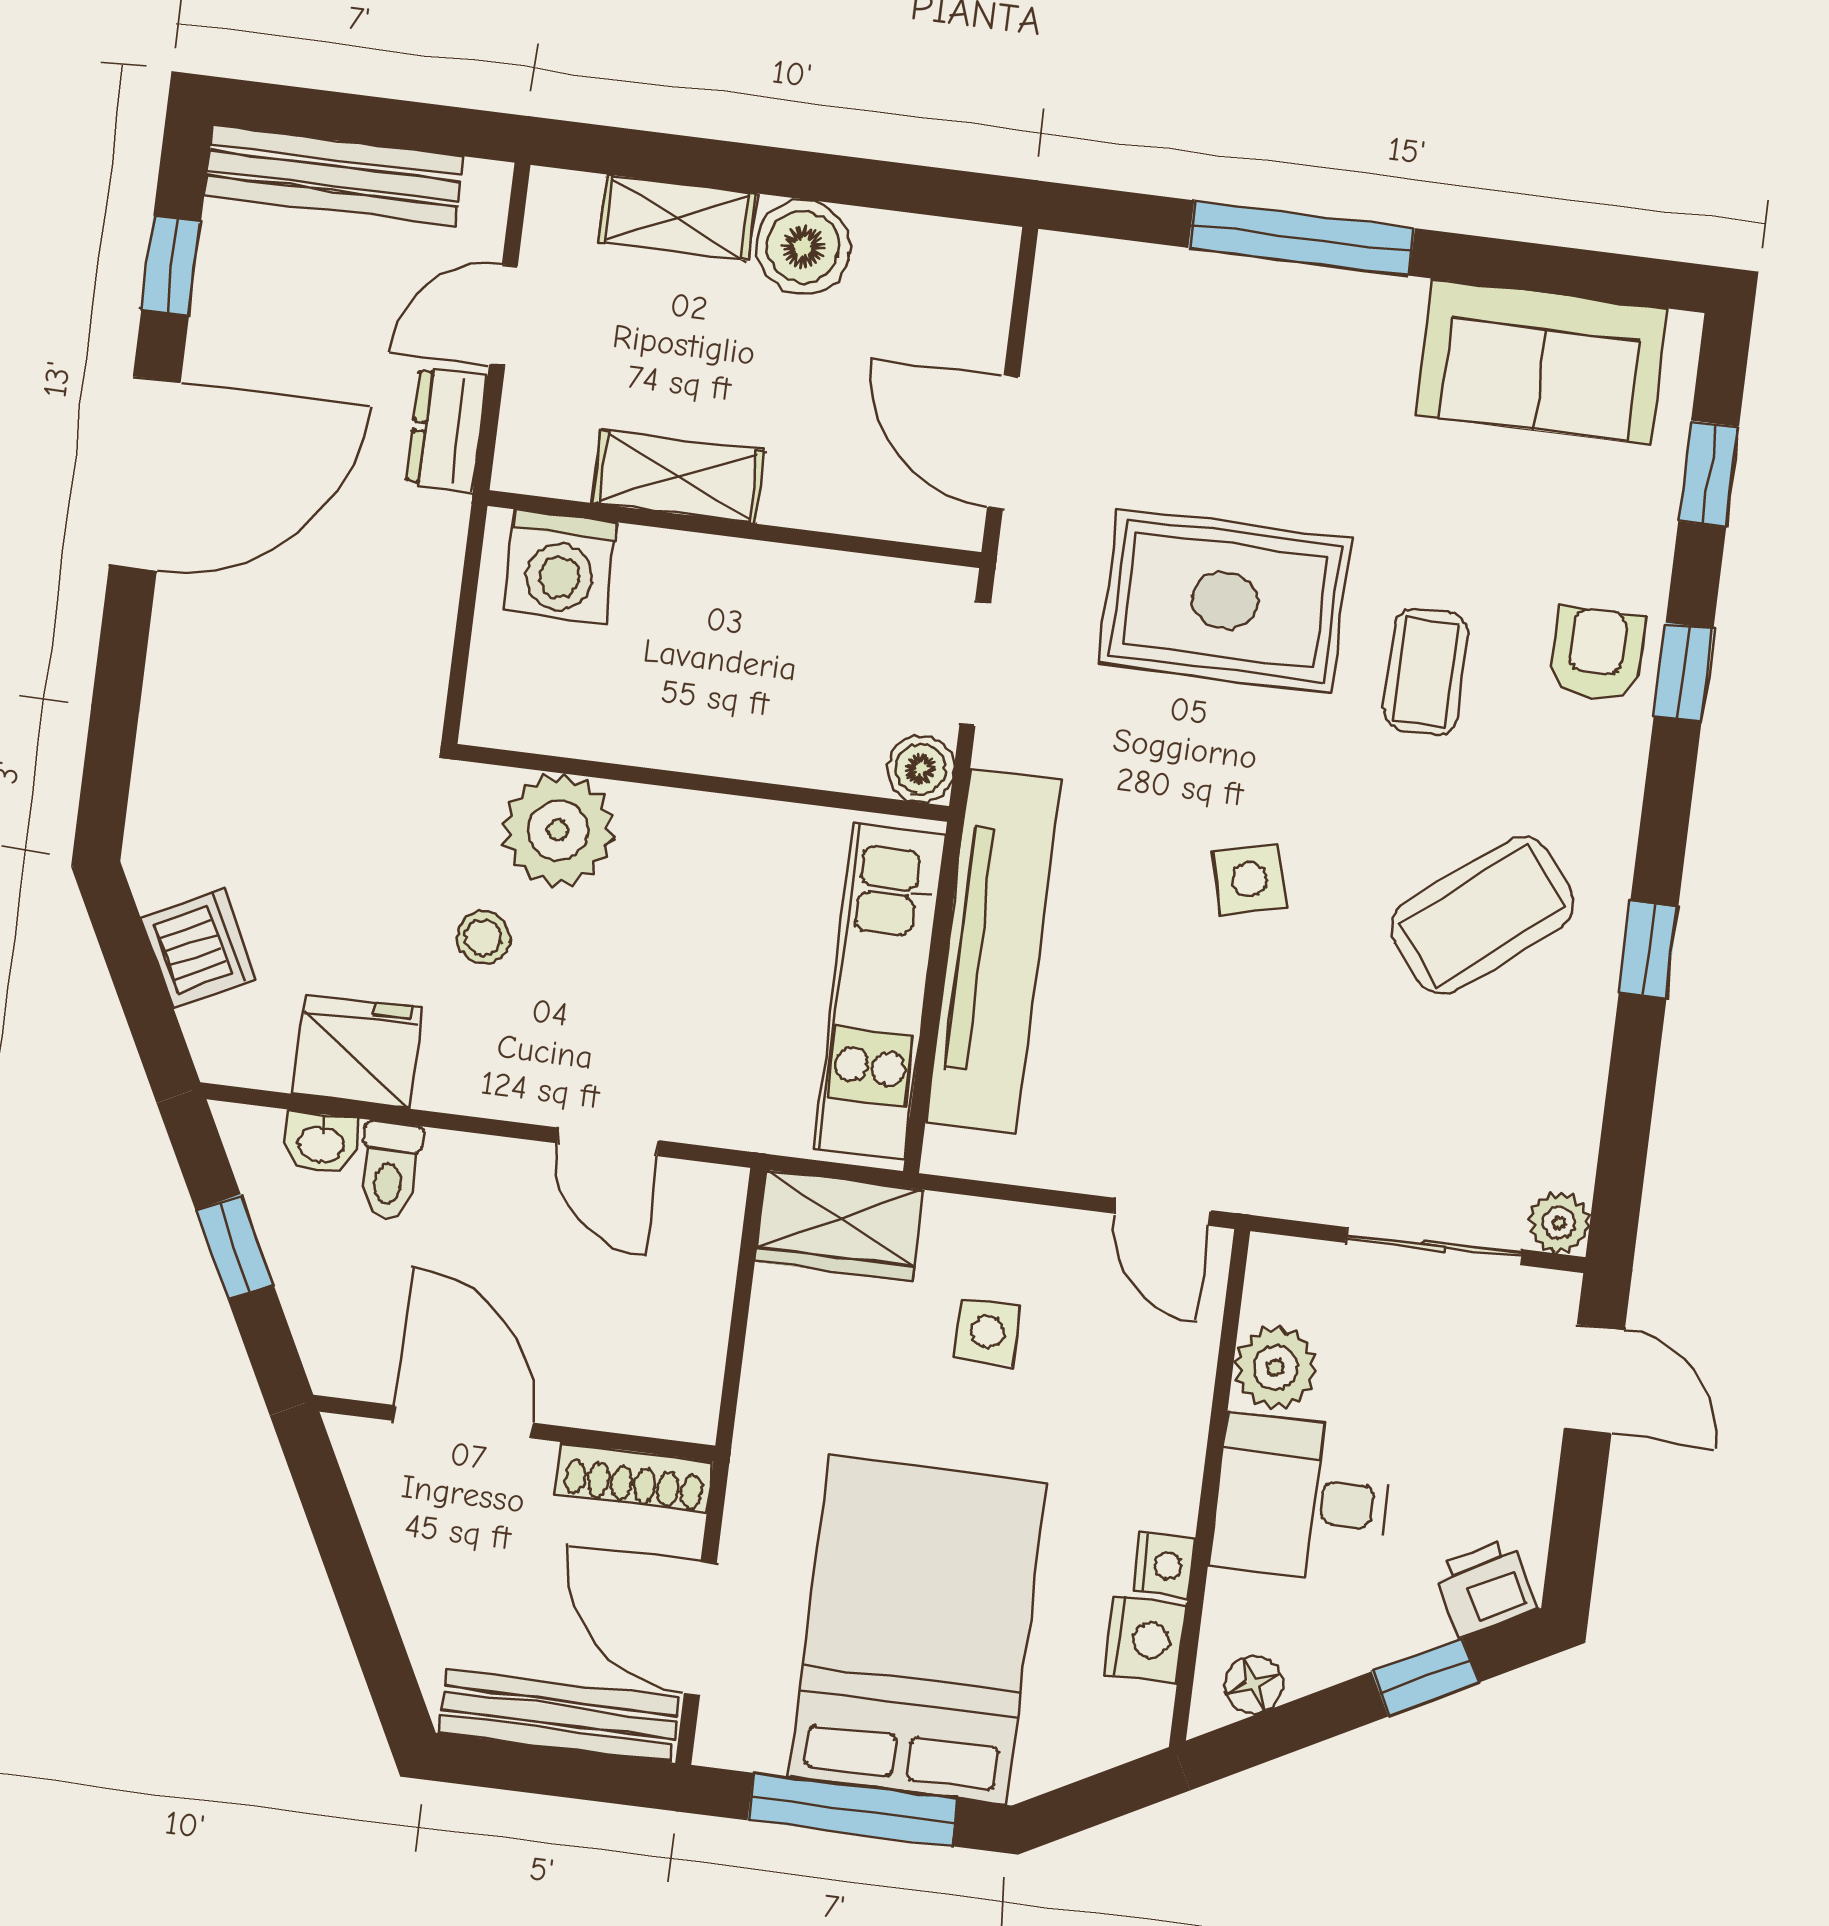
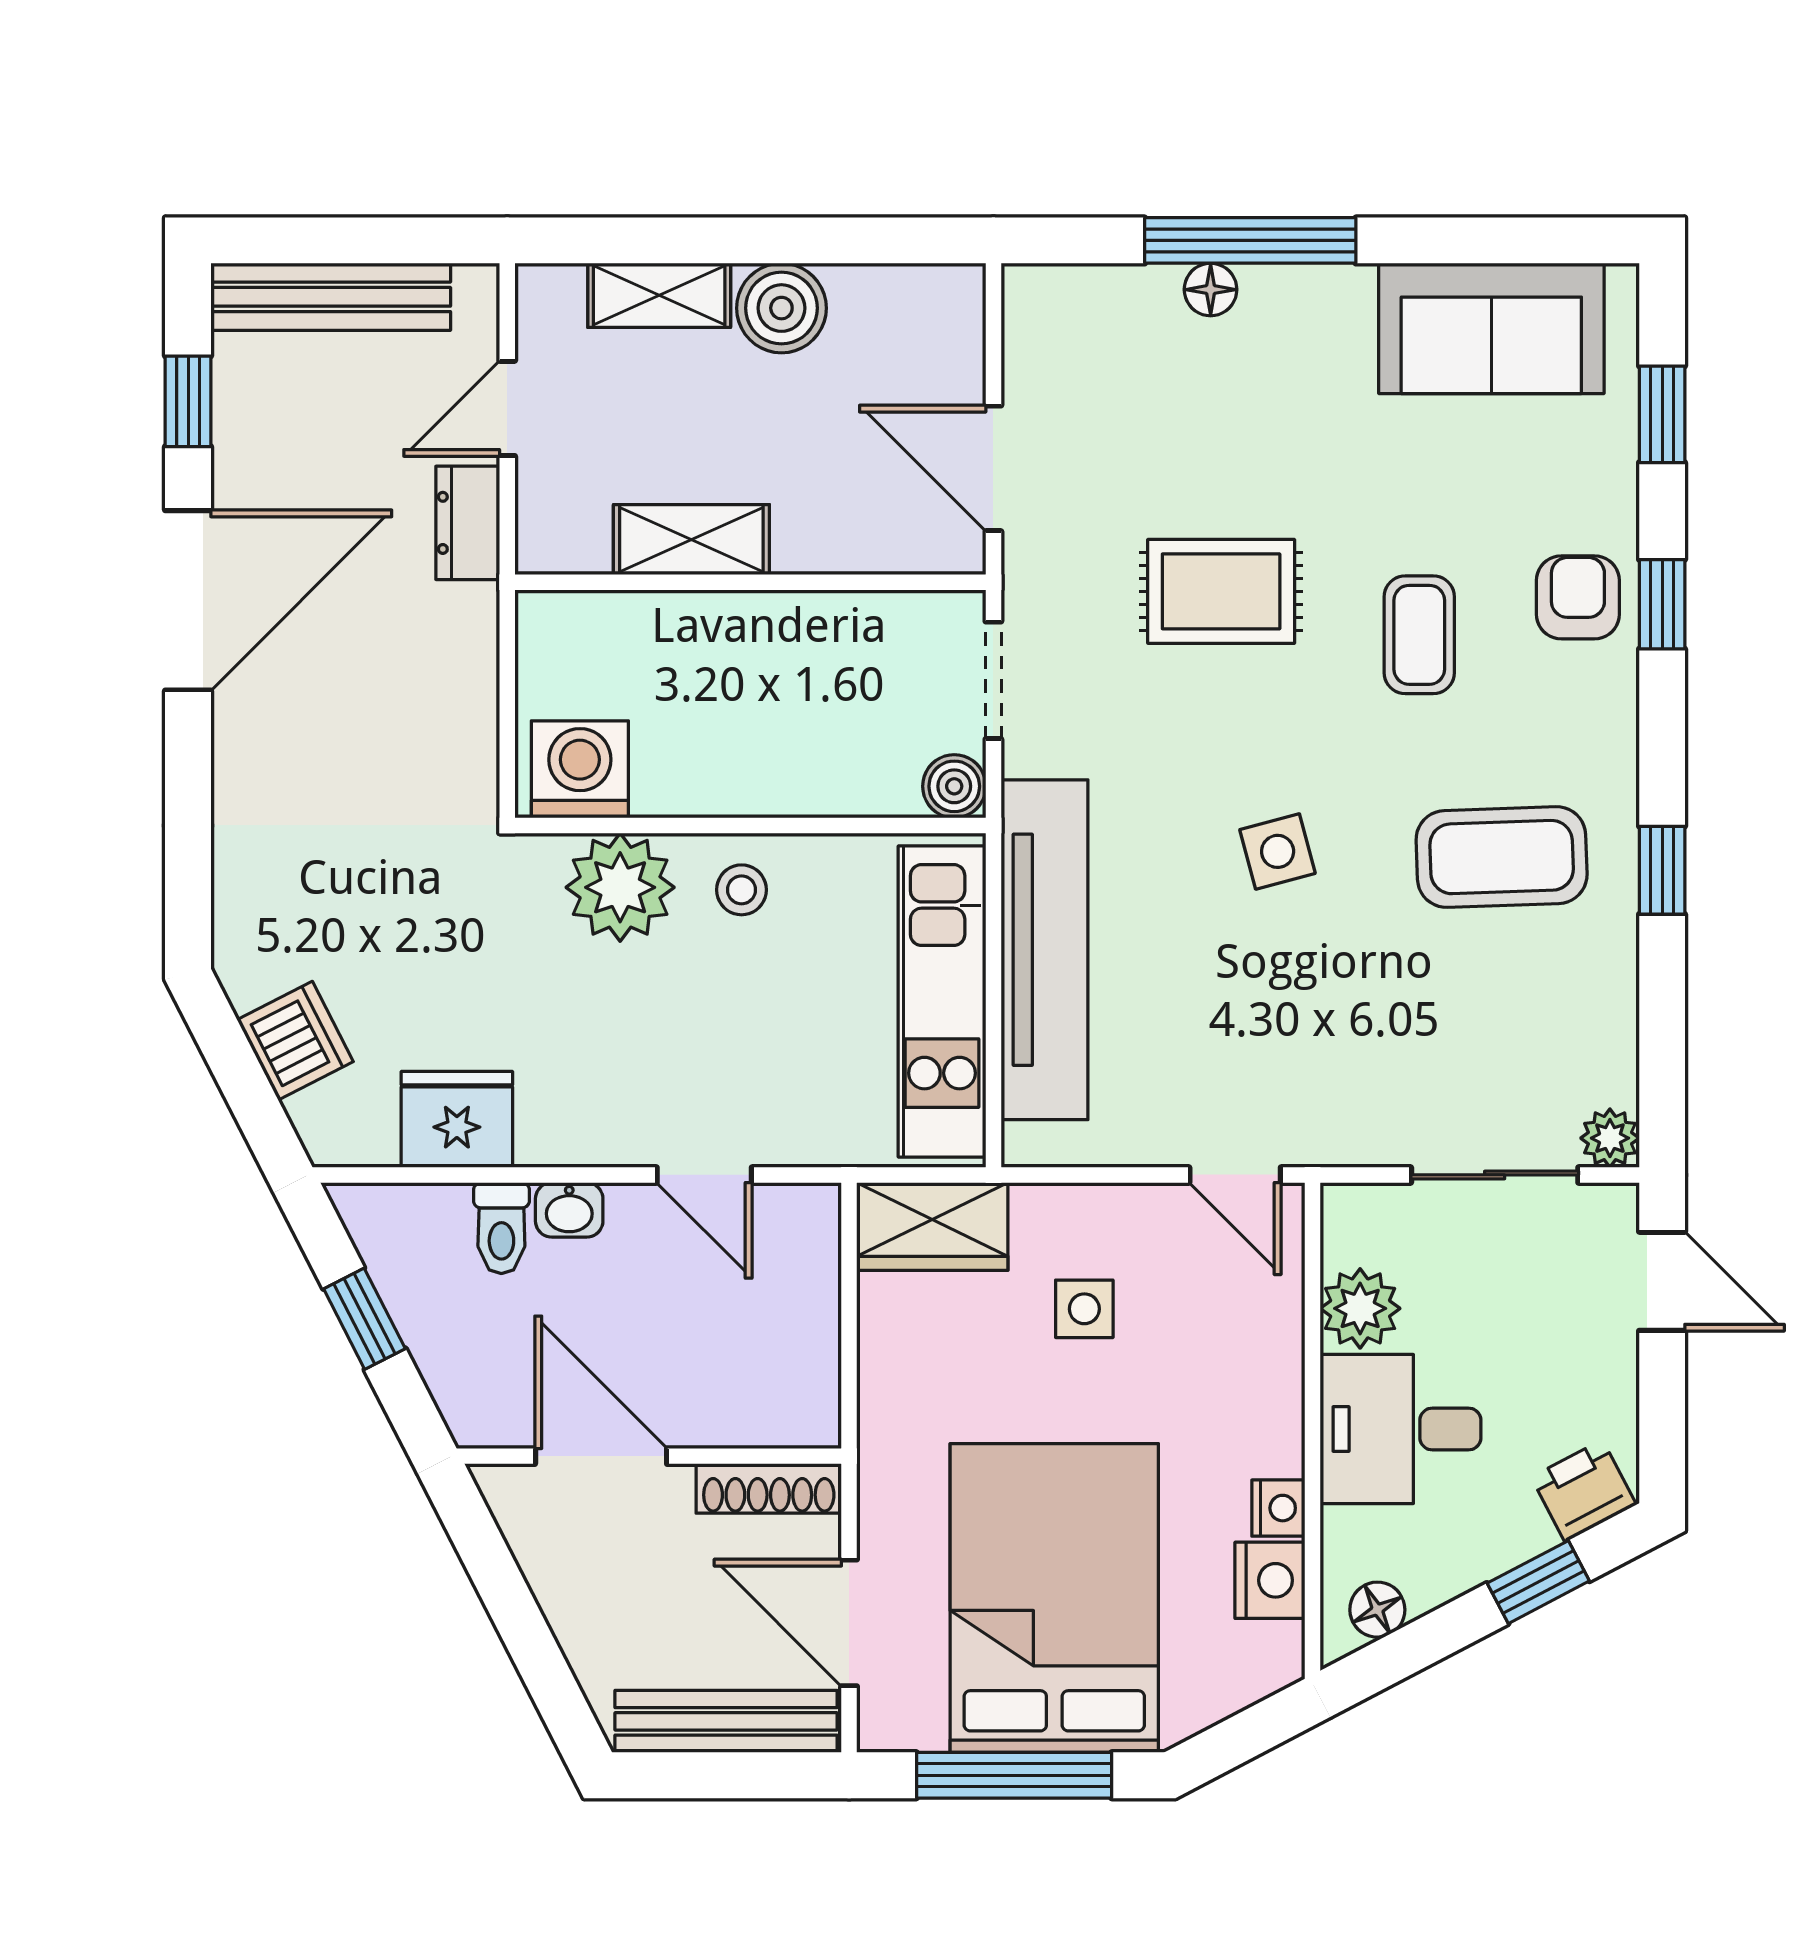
floor lamp: (1254, 284) -> (1211, 290), added
washing machine: (561, 567) -> (580, 769), moved, turned 180
rug: (1225, 601) -> (1221, 591), width x0.73, depth x0.70
coffee table: (1483, 915) -> (1502, 857), turned 37
stool: (484, 937) -> (742, 890), moved
washbasin: (321, 1143) -> (569, 1210), moved

